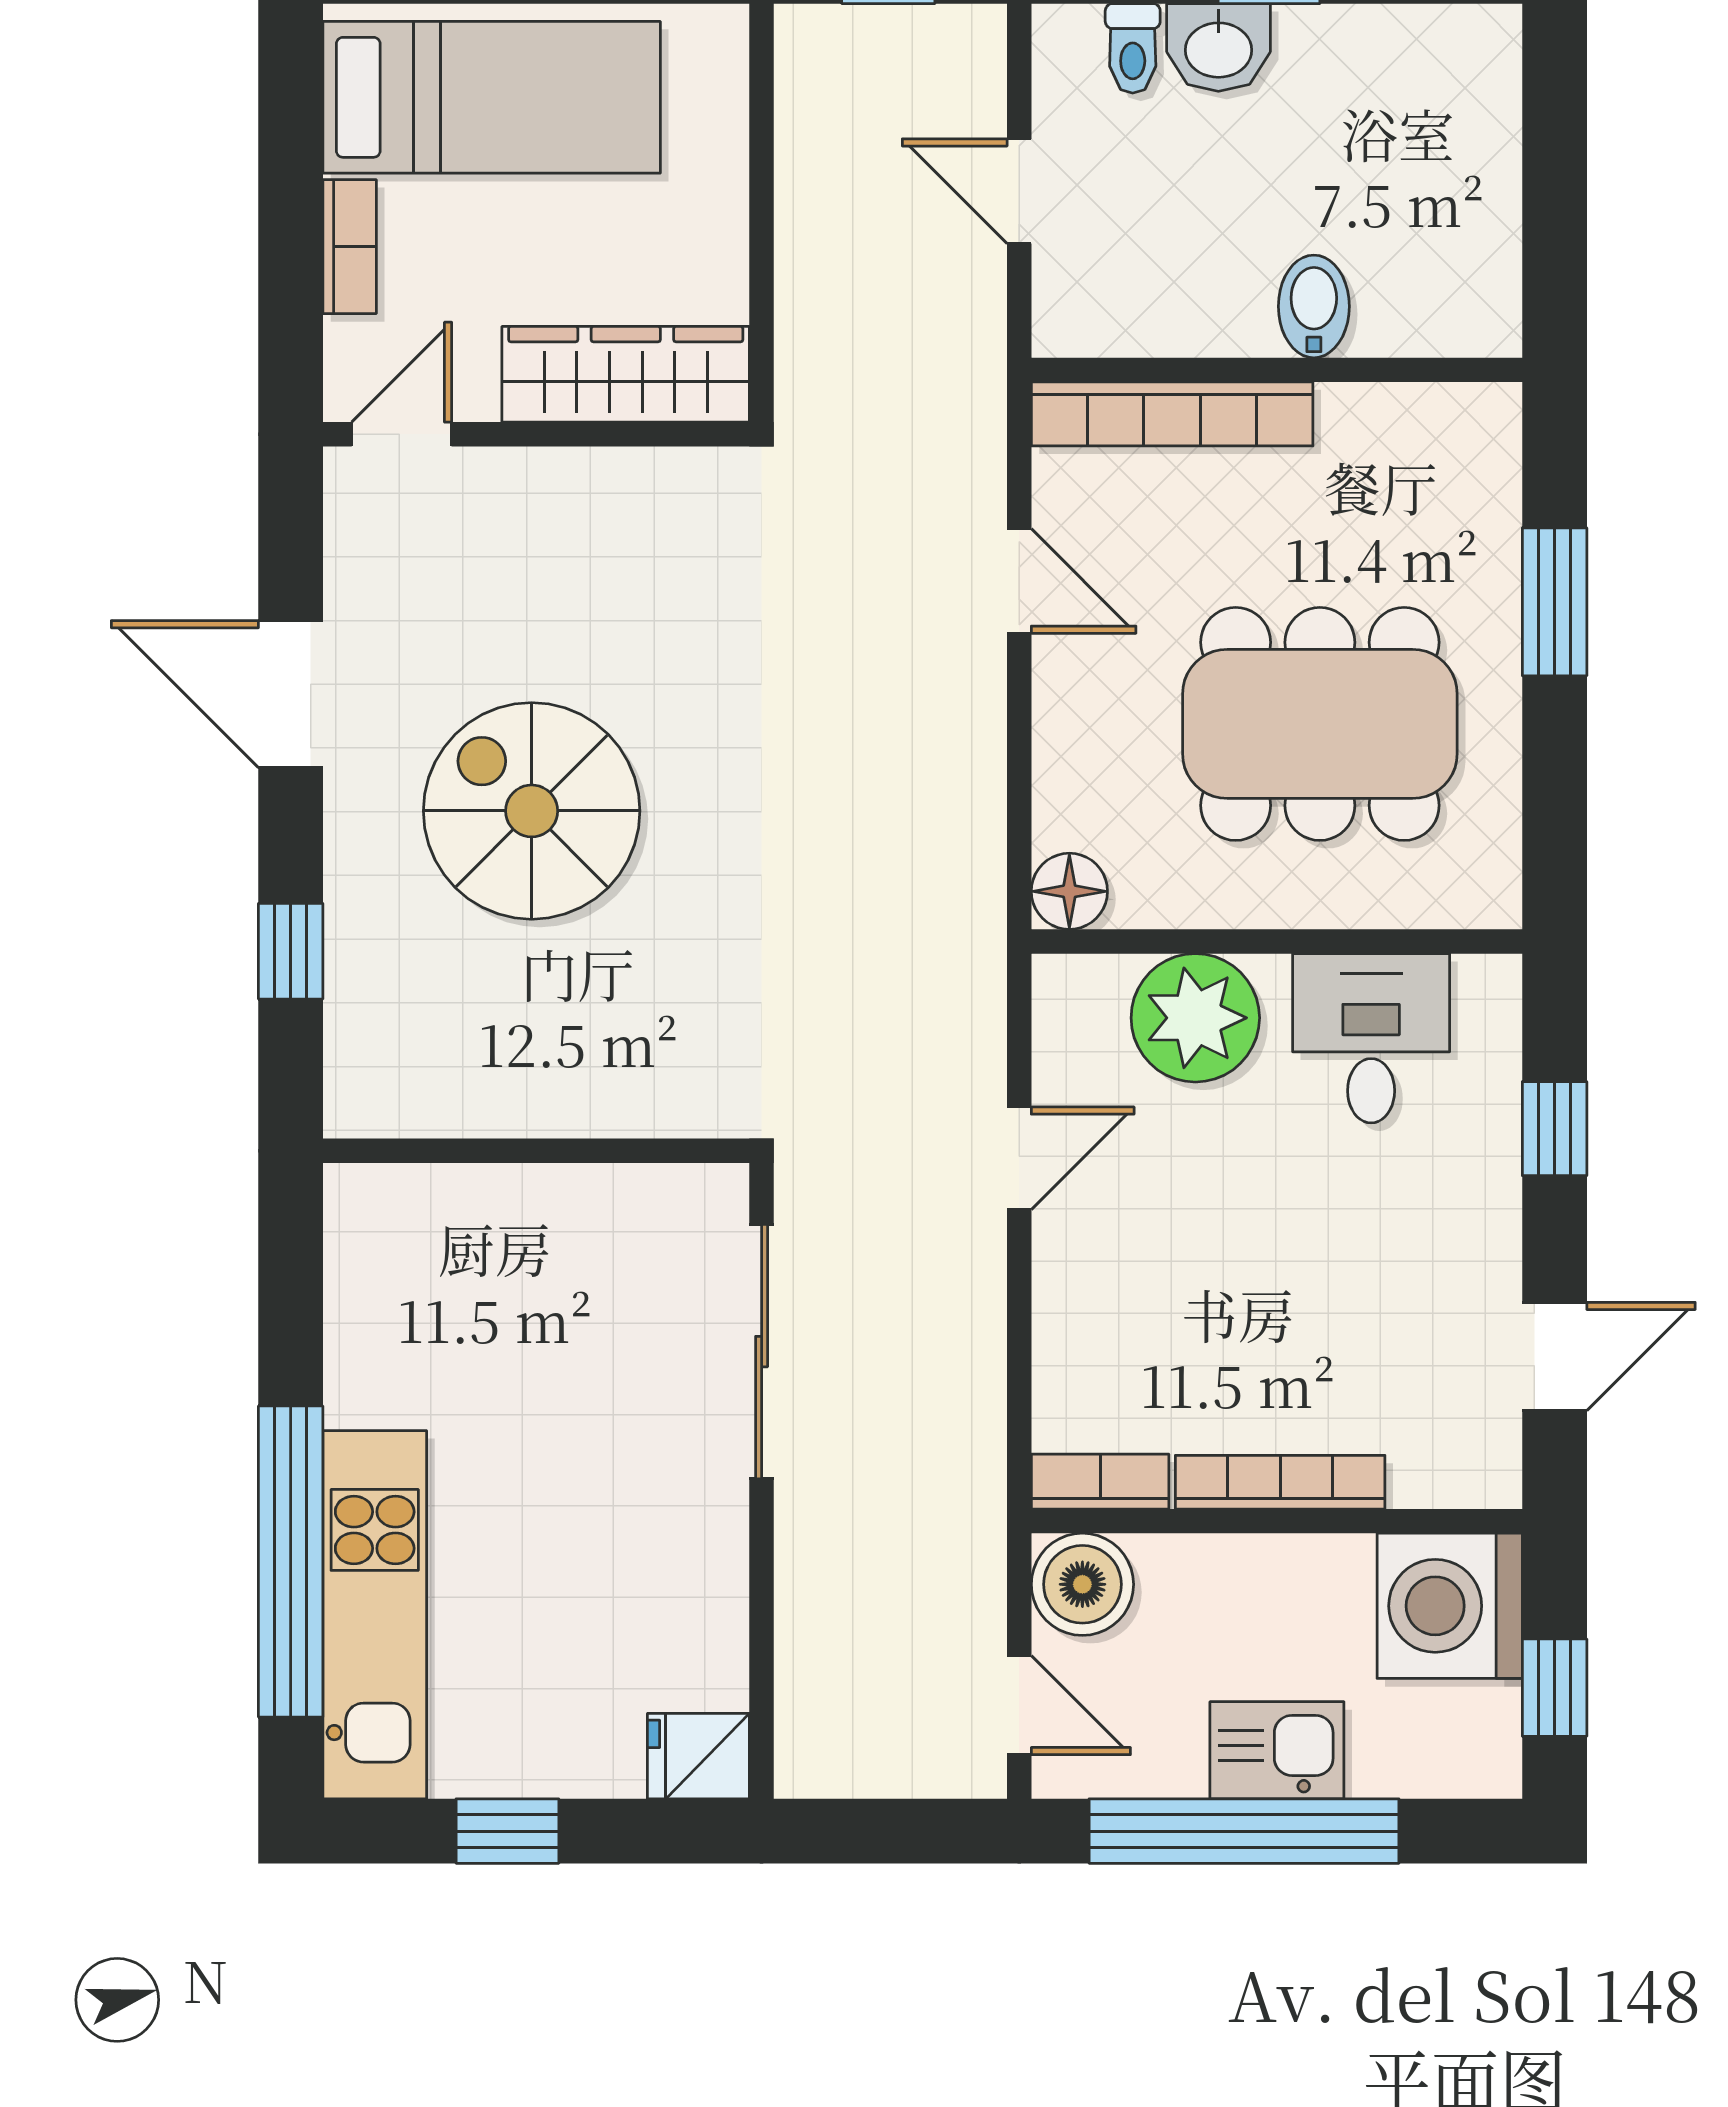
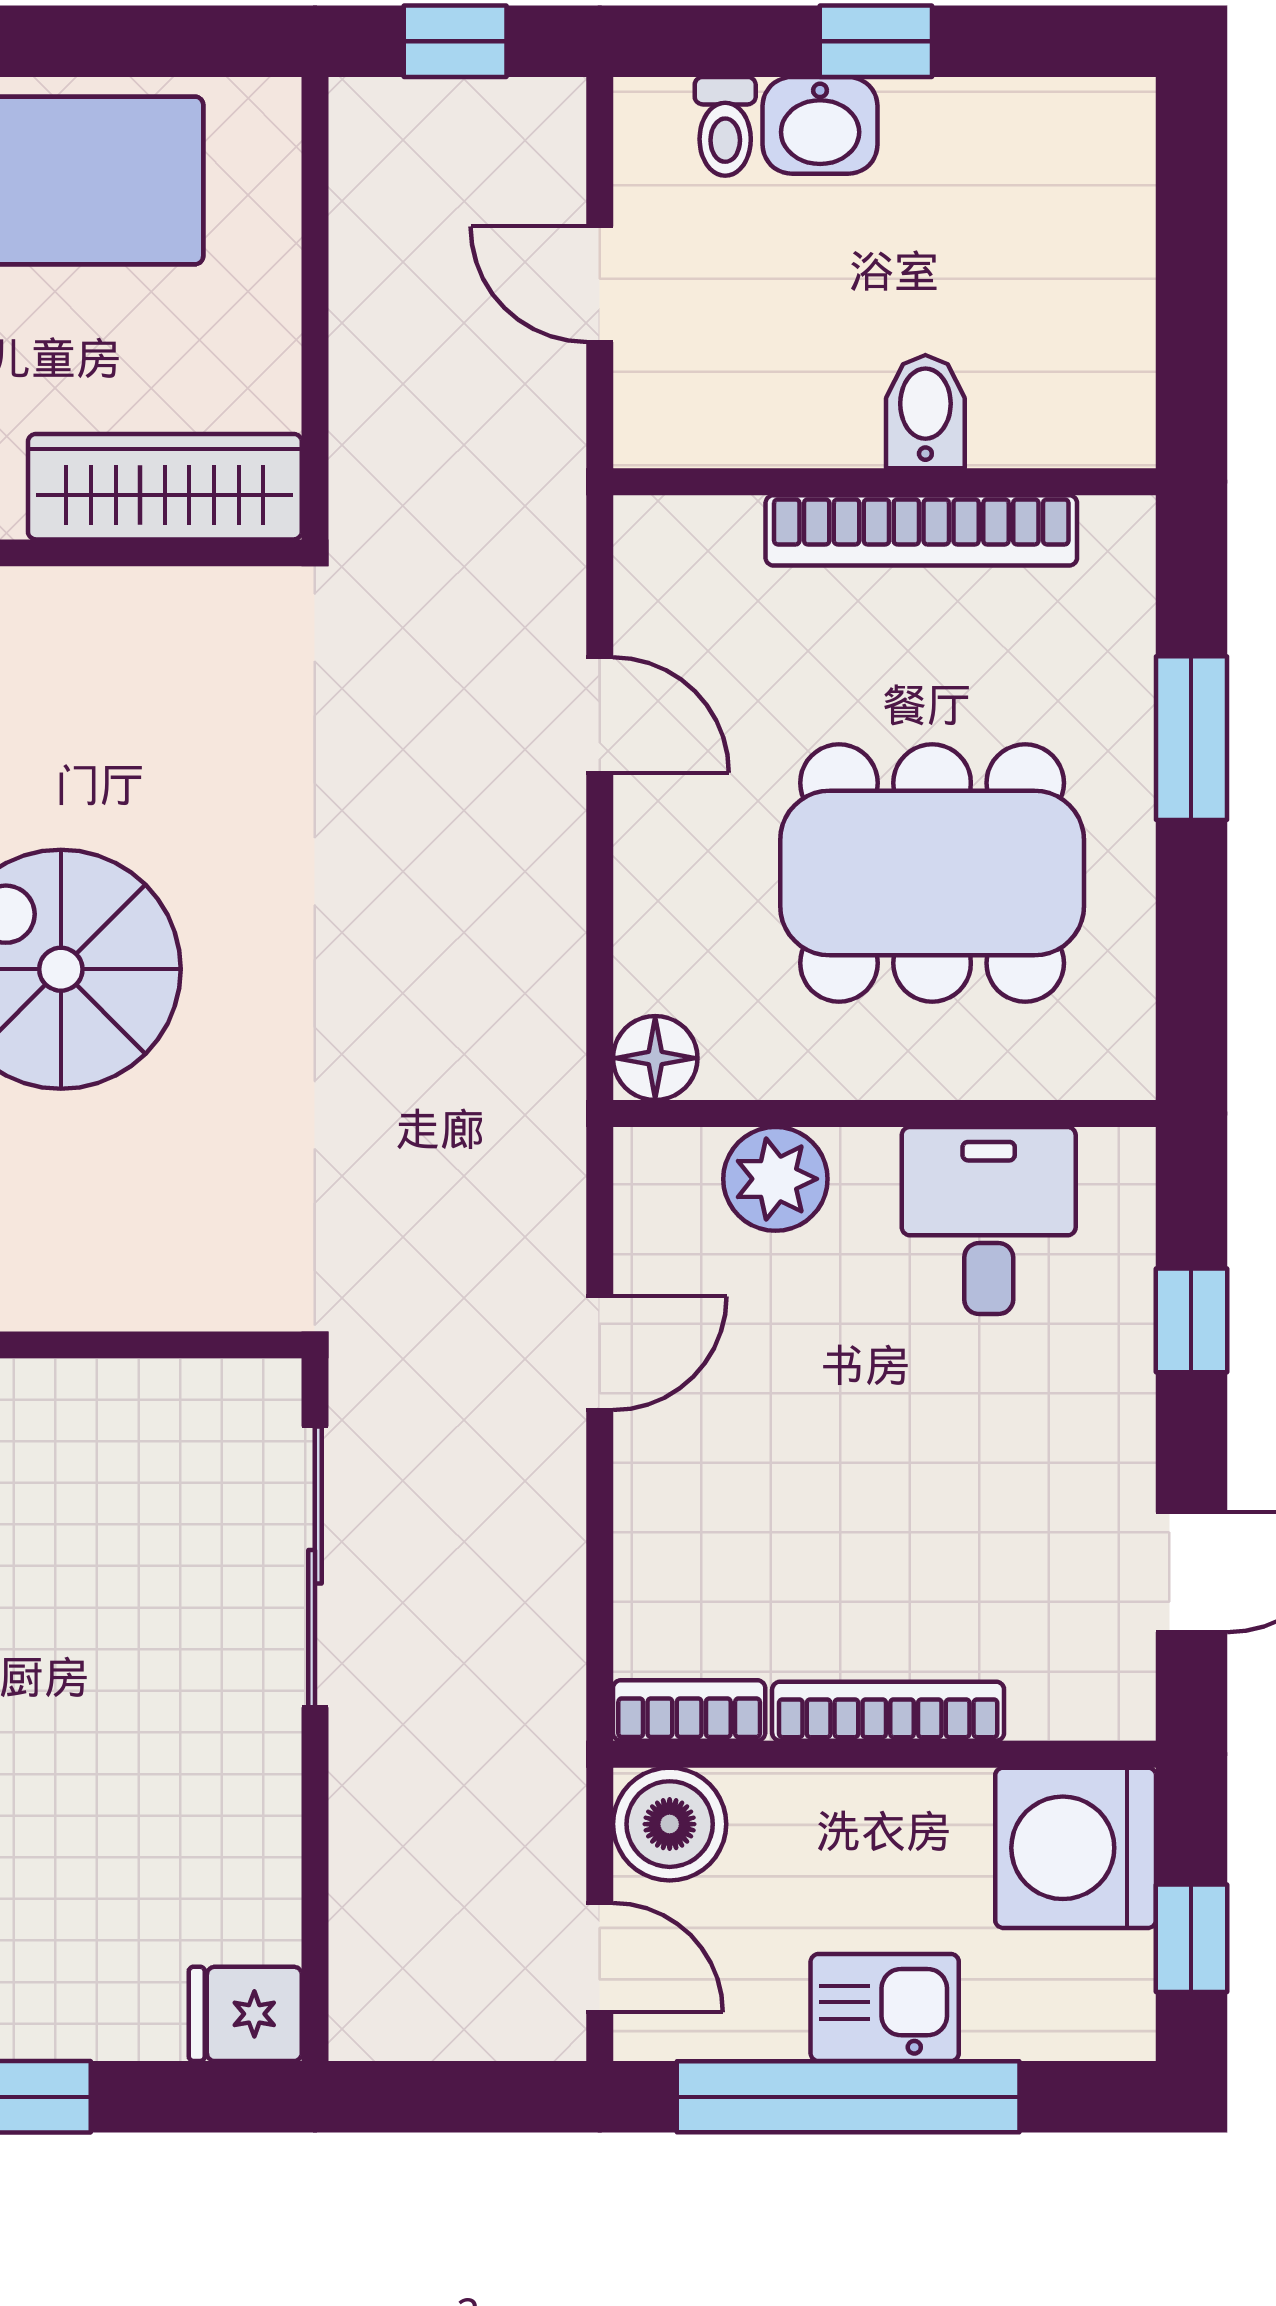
bookcase: (1172, 414) -> (921, 530), moved
plant: (1195, 1018) -> (775, 1179), width x0.73, depth x0.73

